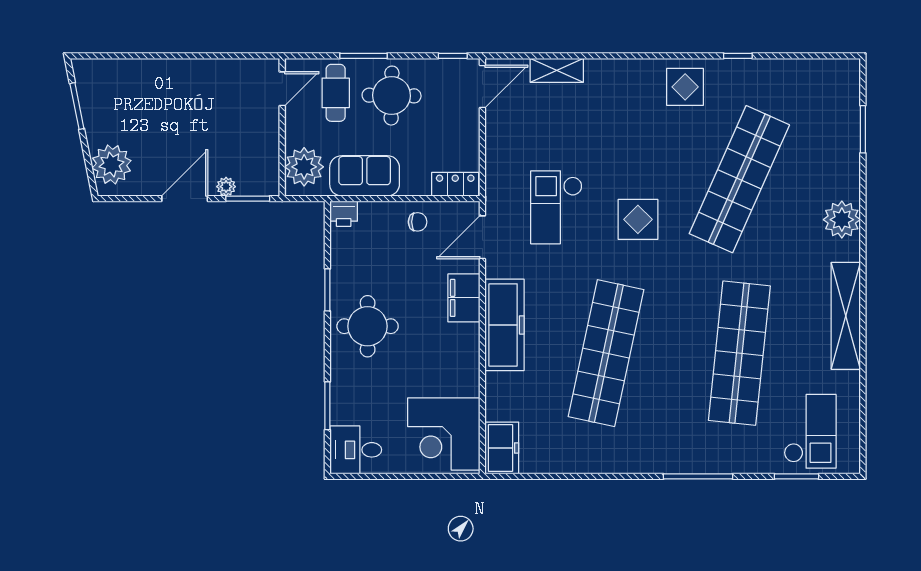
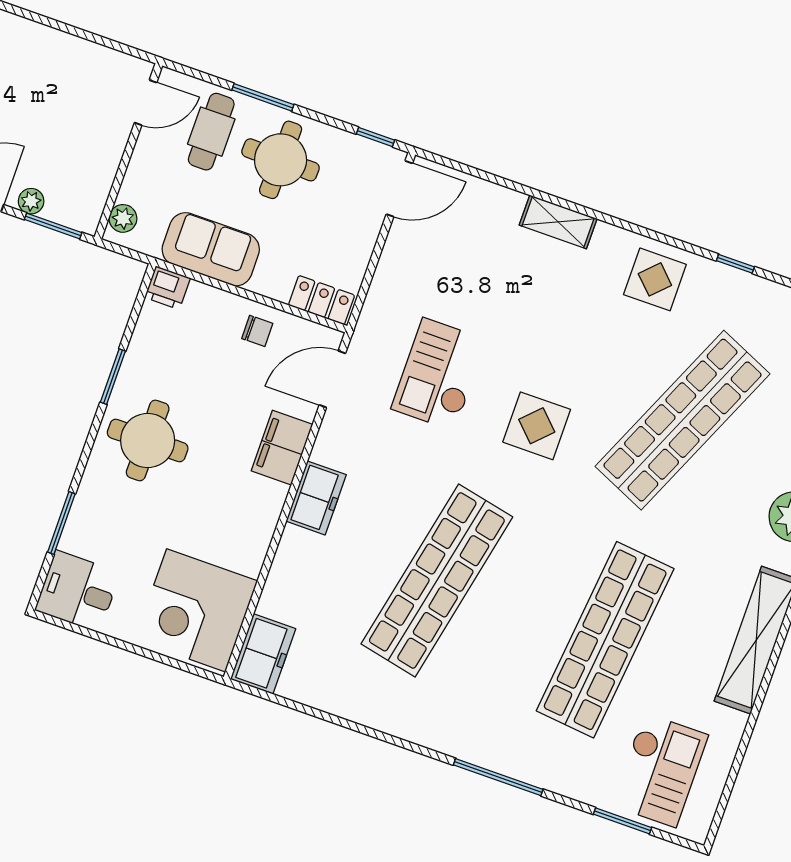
shelving: (557, 70) -> (558, 222), moved
plant: (304, 167) -> (123, 218), width x0.53, depth x0.53
freezer: (505, 325) -> (316, 498), width x0.52, depth x0.79

